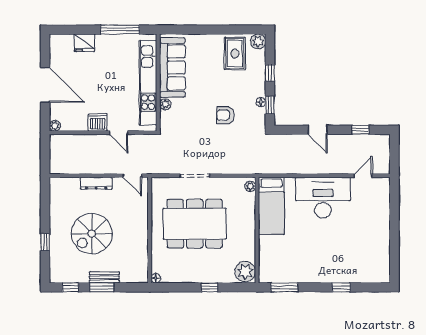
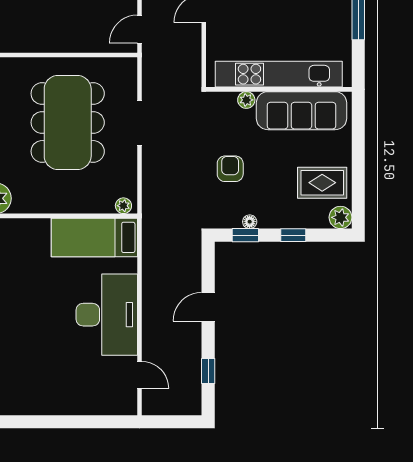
sofa: (172, 67) -> (301, 111), moved
kitchen unit: (148, 83) -> (279, 74), moved
wall: (158, 83) -> (279, 89), moved
plant: (165, 104) -> (246, 100), moved

